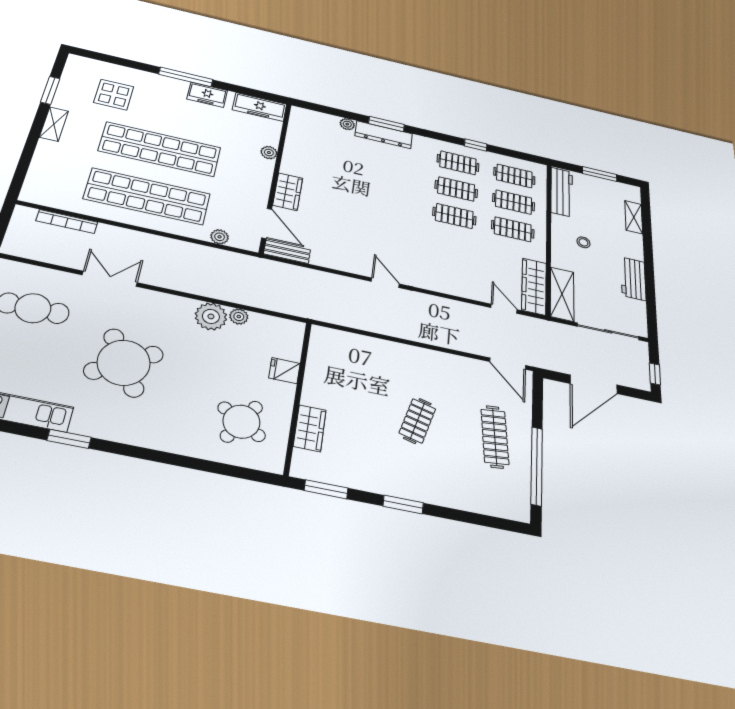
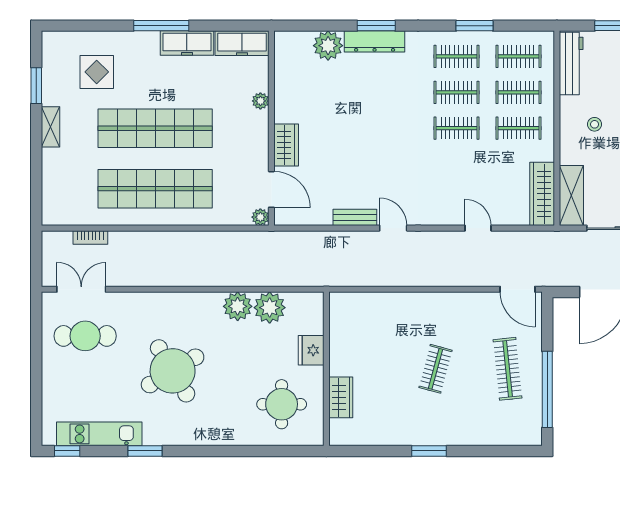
freezer: (207, 95) -> (187, 43), width x1.40
plant: (347, 124) -> (328, 46), width x1.87, depth x1.87
window: (476, 145) -> (474, 26), width x1.50
bookcase: (67, 221) -> (90, 237), width x0.64
plant: (220, 237) -> (260, 217), moved
bench: (287, 252) -> (355, 217), moved
double door: (110, 279) -> (81, 289), moved
door: (504, 309) -> (478, 228), moved
plant: (239, 317) -> (270, 308), width x1.88, depth x1.88
fridge: (284, 371) -> (311, 350), width x1.38
round table: (241, 422) -> (282, 404), turned -31
window: (326, 489) -> (362, 451), removed

